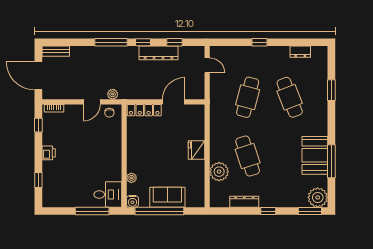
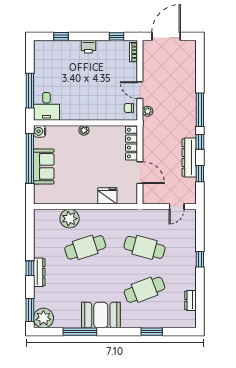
bench: (56, 51) -> (191, 54), removed
fridge: (197, 150) -> (107, 196), moved
booth: (315, 155) -> (101, 315), moved
plant: (131, 178) -> (84, 130), moved
dresser: (244, 202) -> (39, 272), moved

